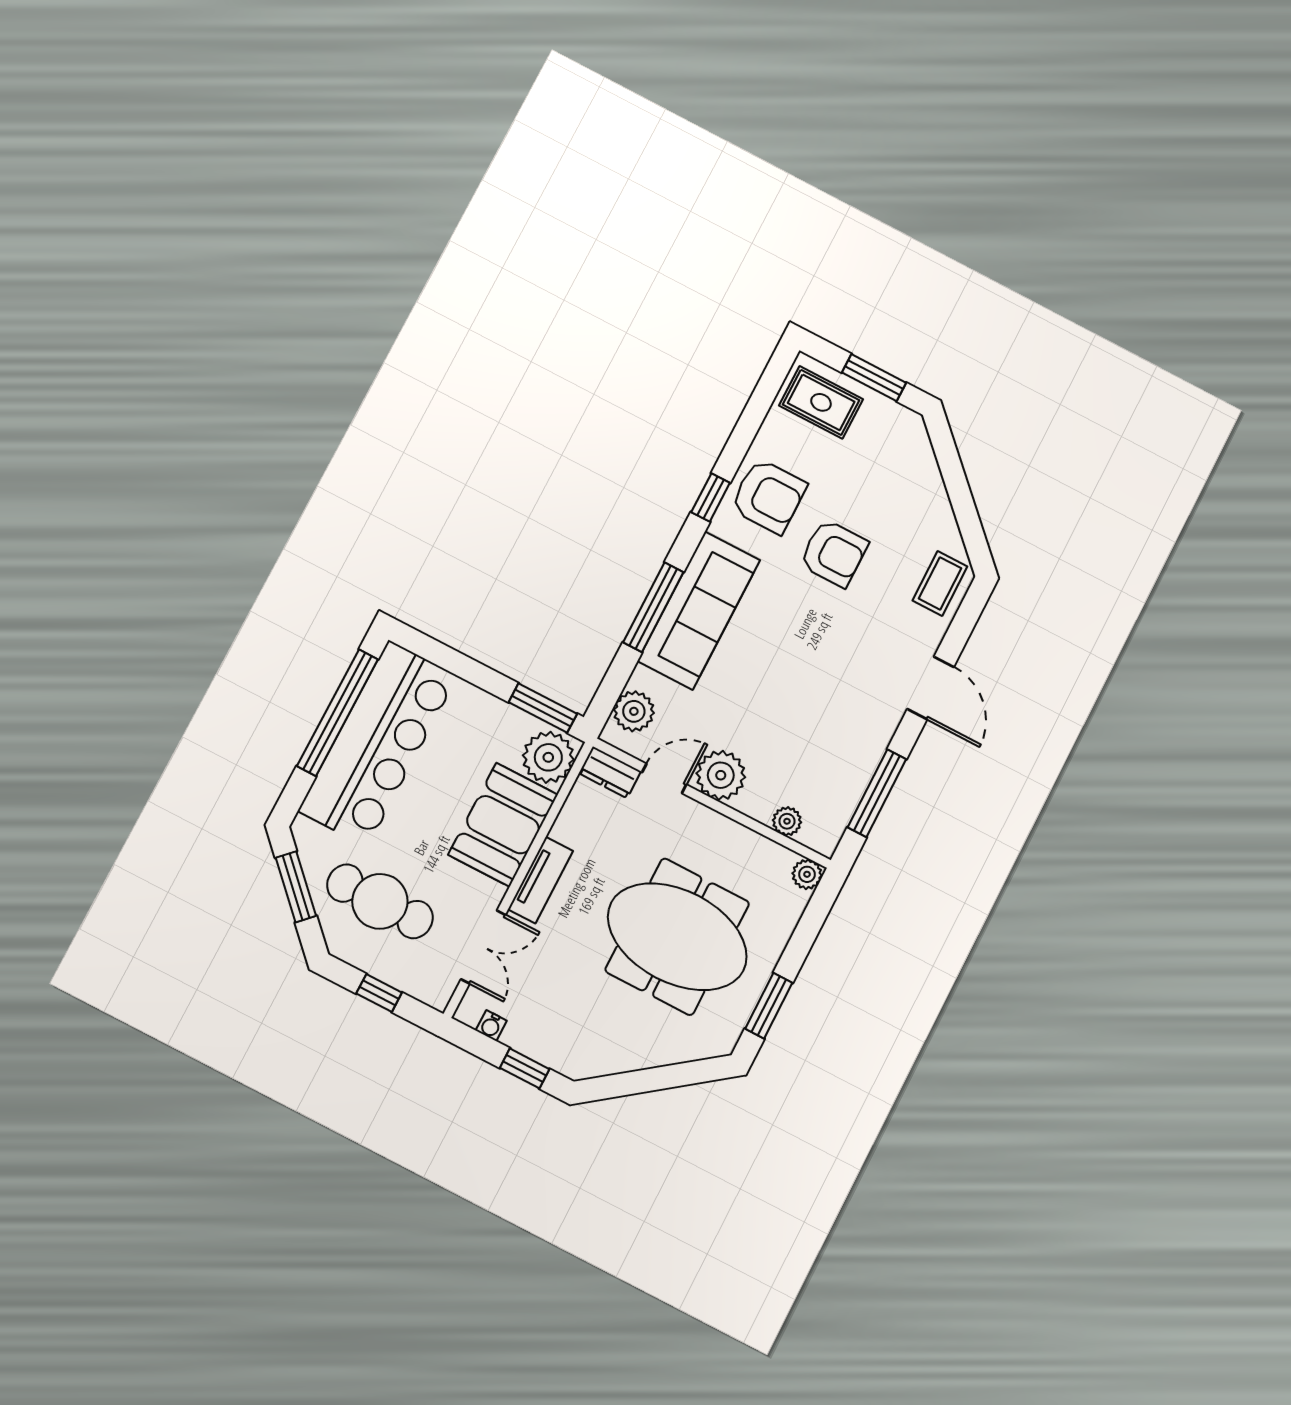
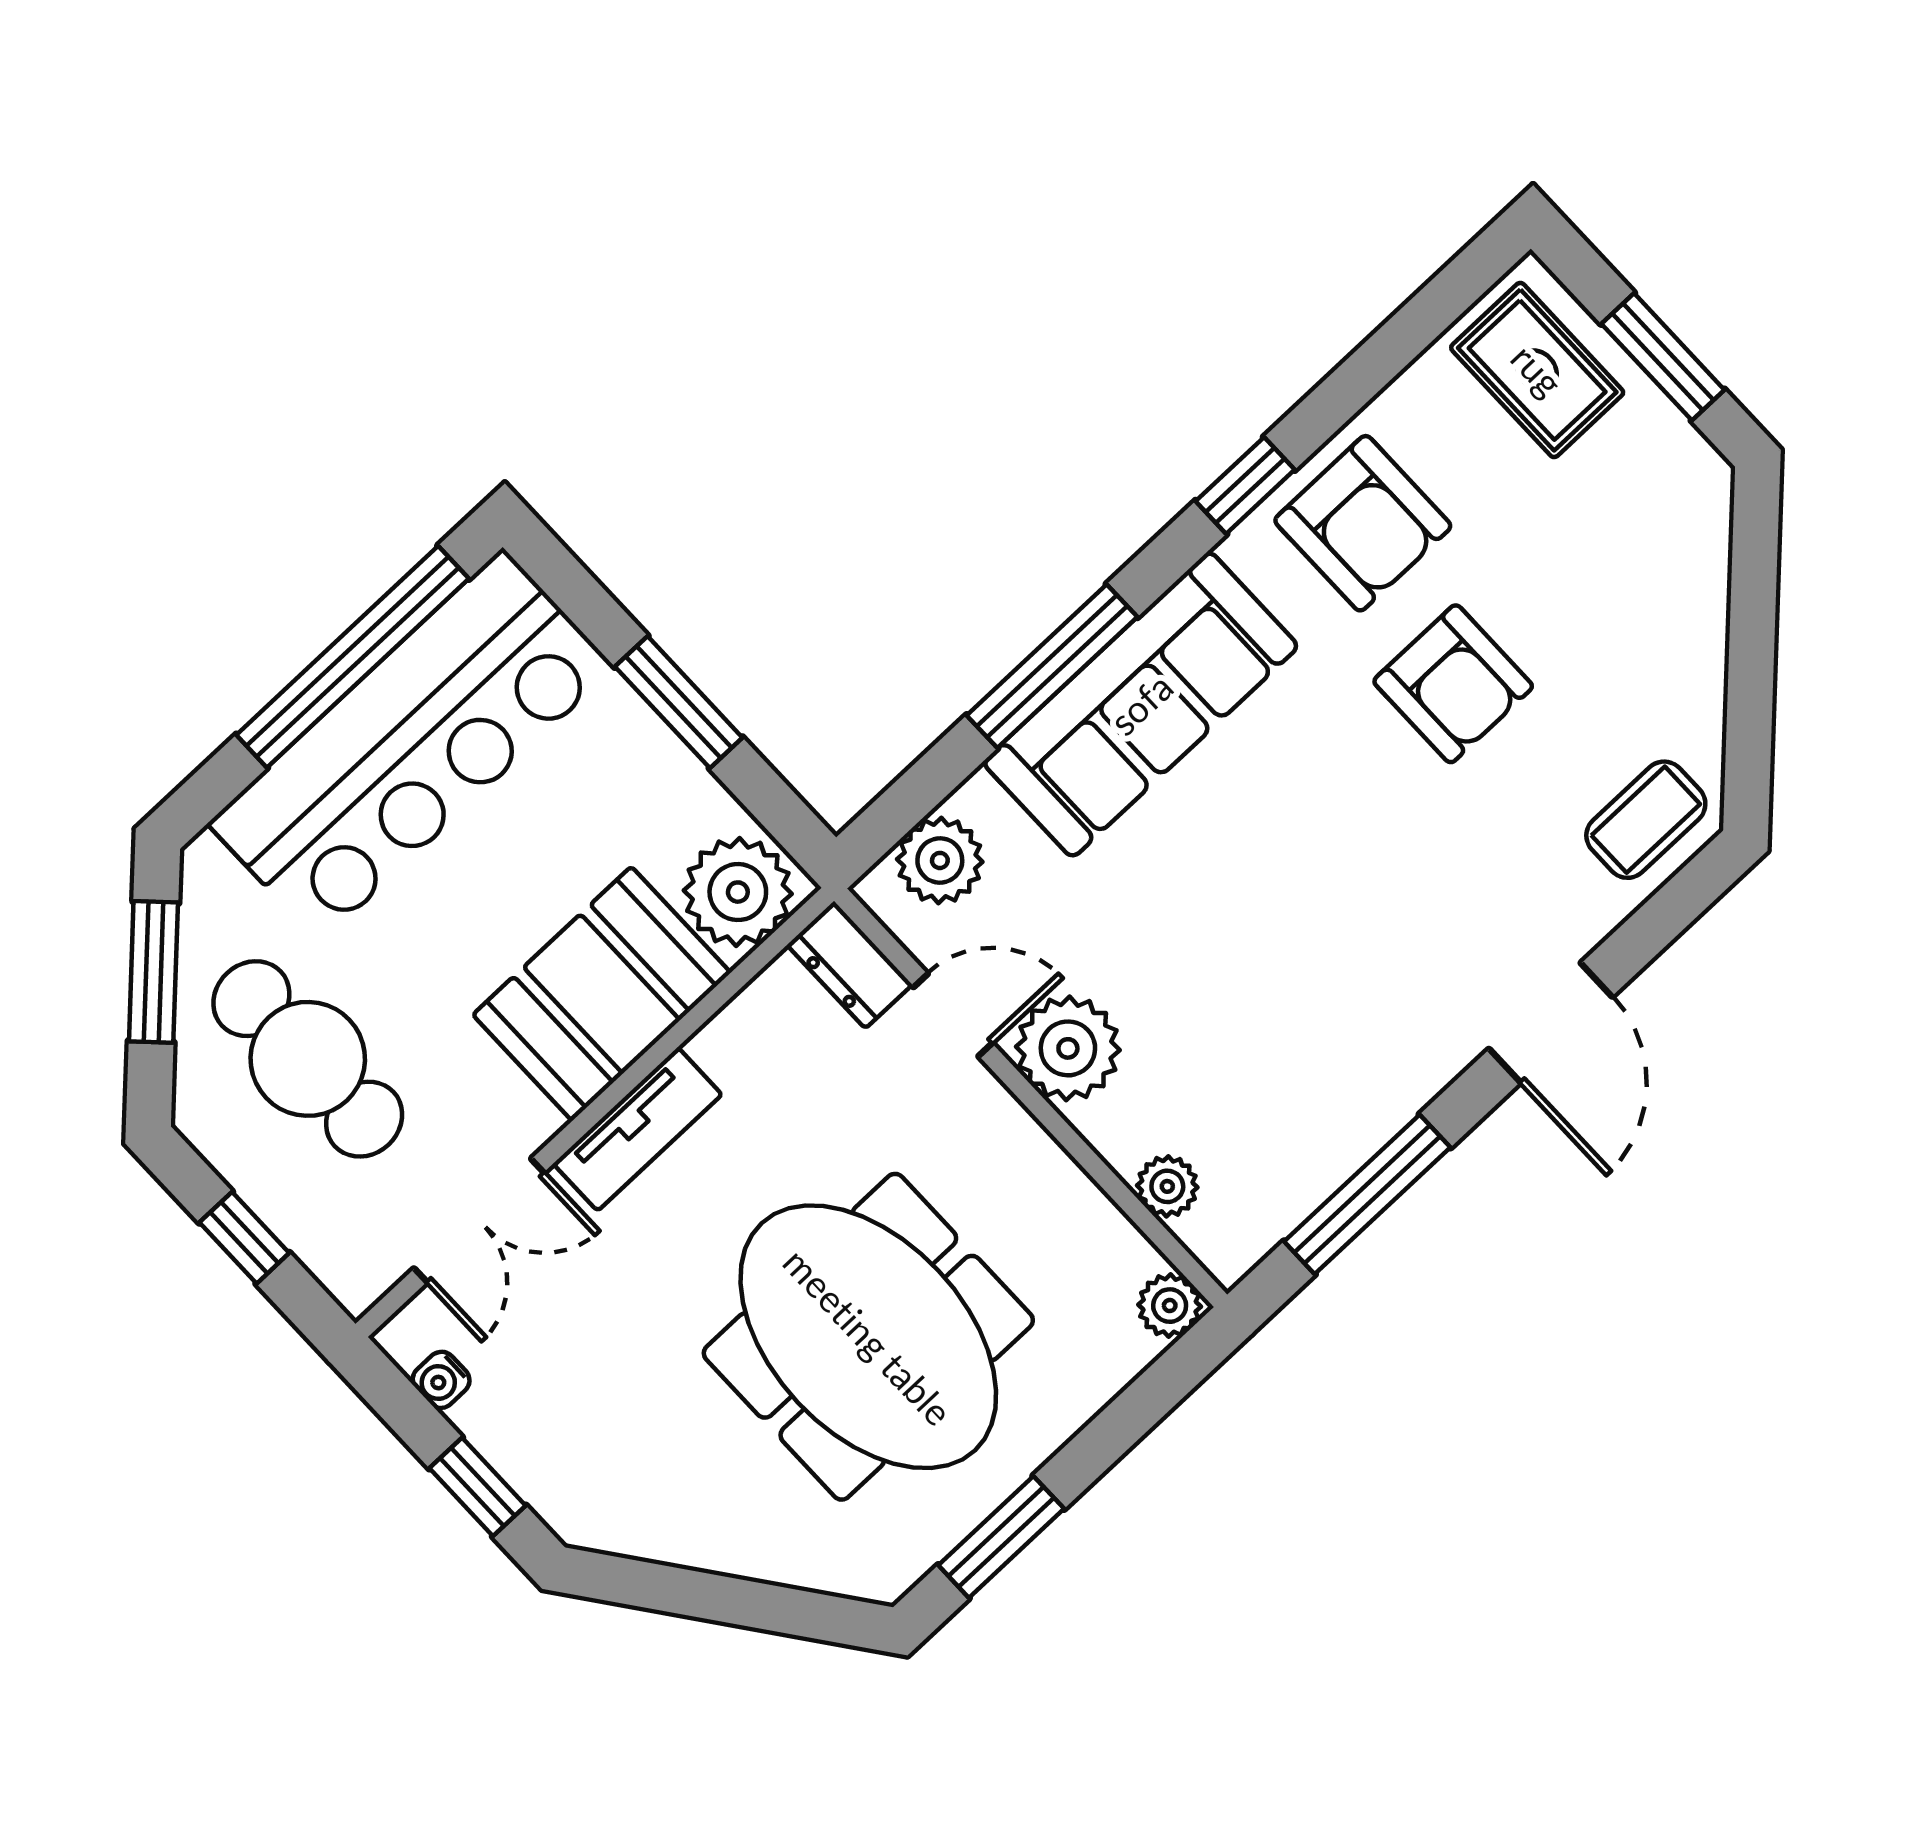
window: (543, 708) -> (679, 702), moved

